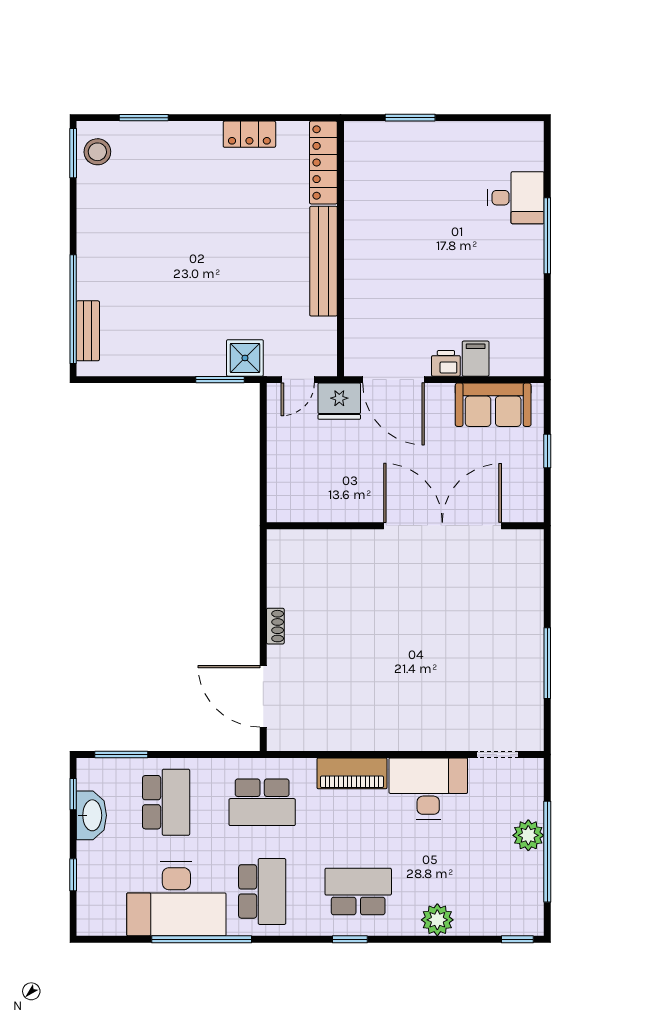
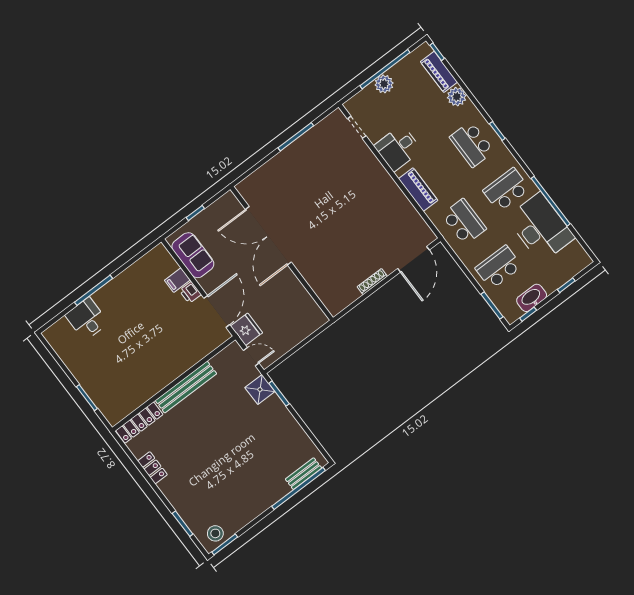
shoe rack: (275, 626) -> (372, 282), width x1.43
desk: (428, 789) -> (398, 148), width x0.73
piano: (489, 921) -> (439, 72), added

